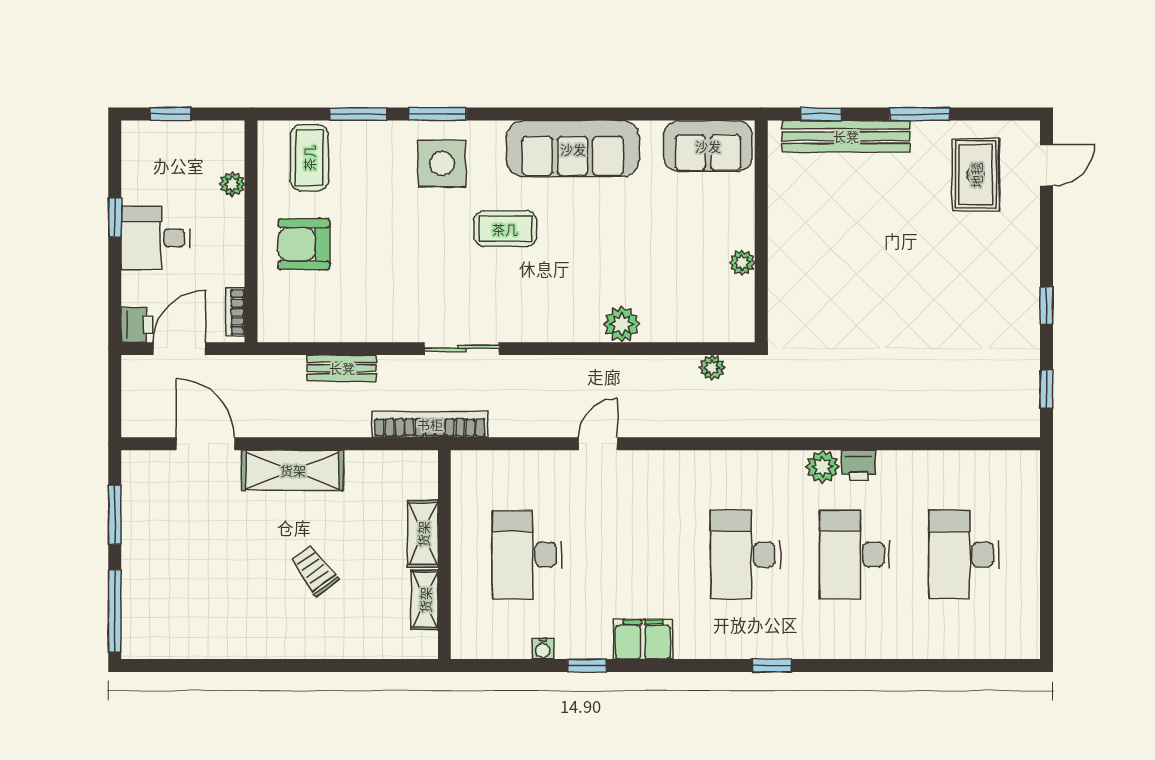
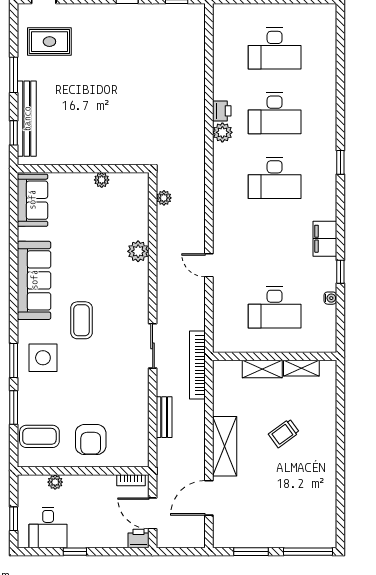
desk: (156, 238) -> (48, 527), moved

